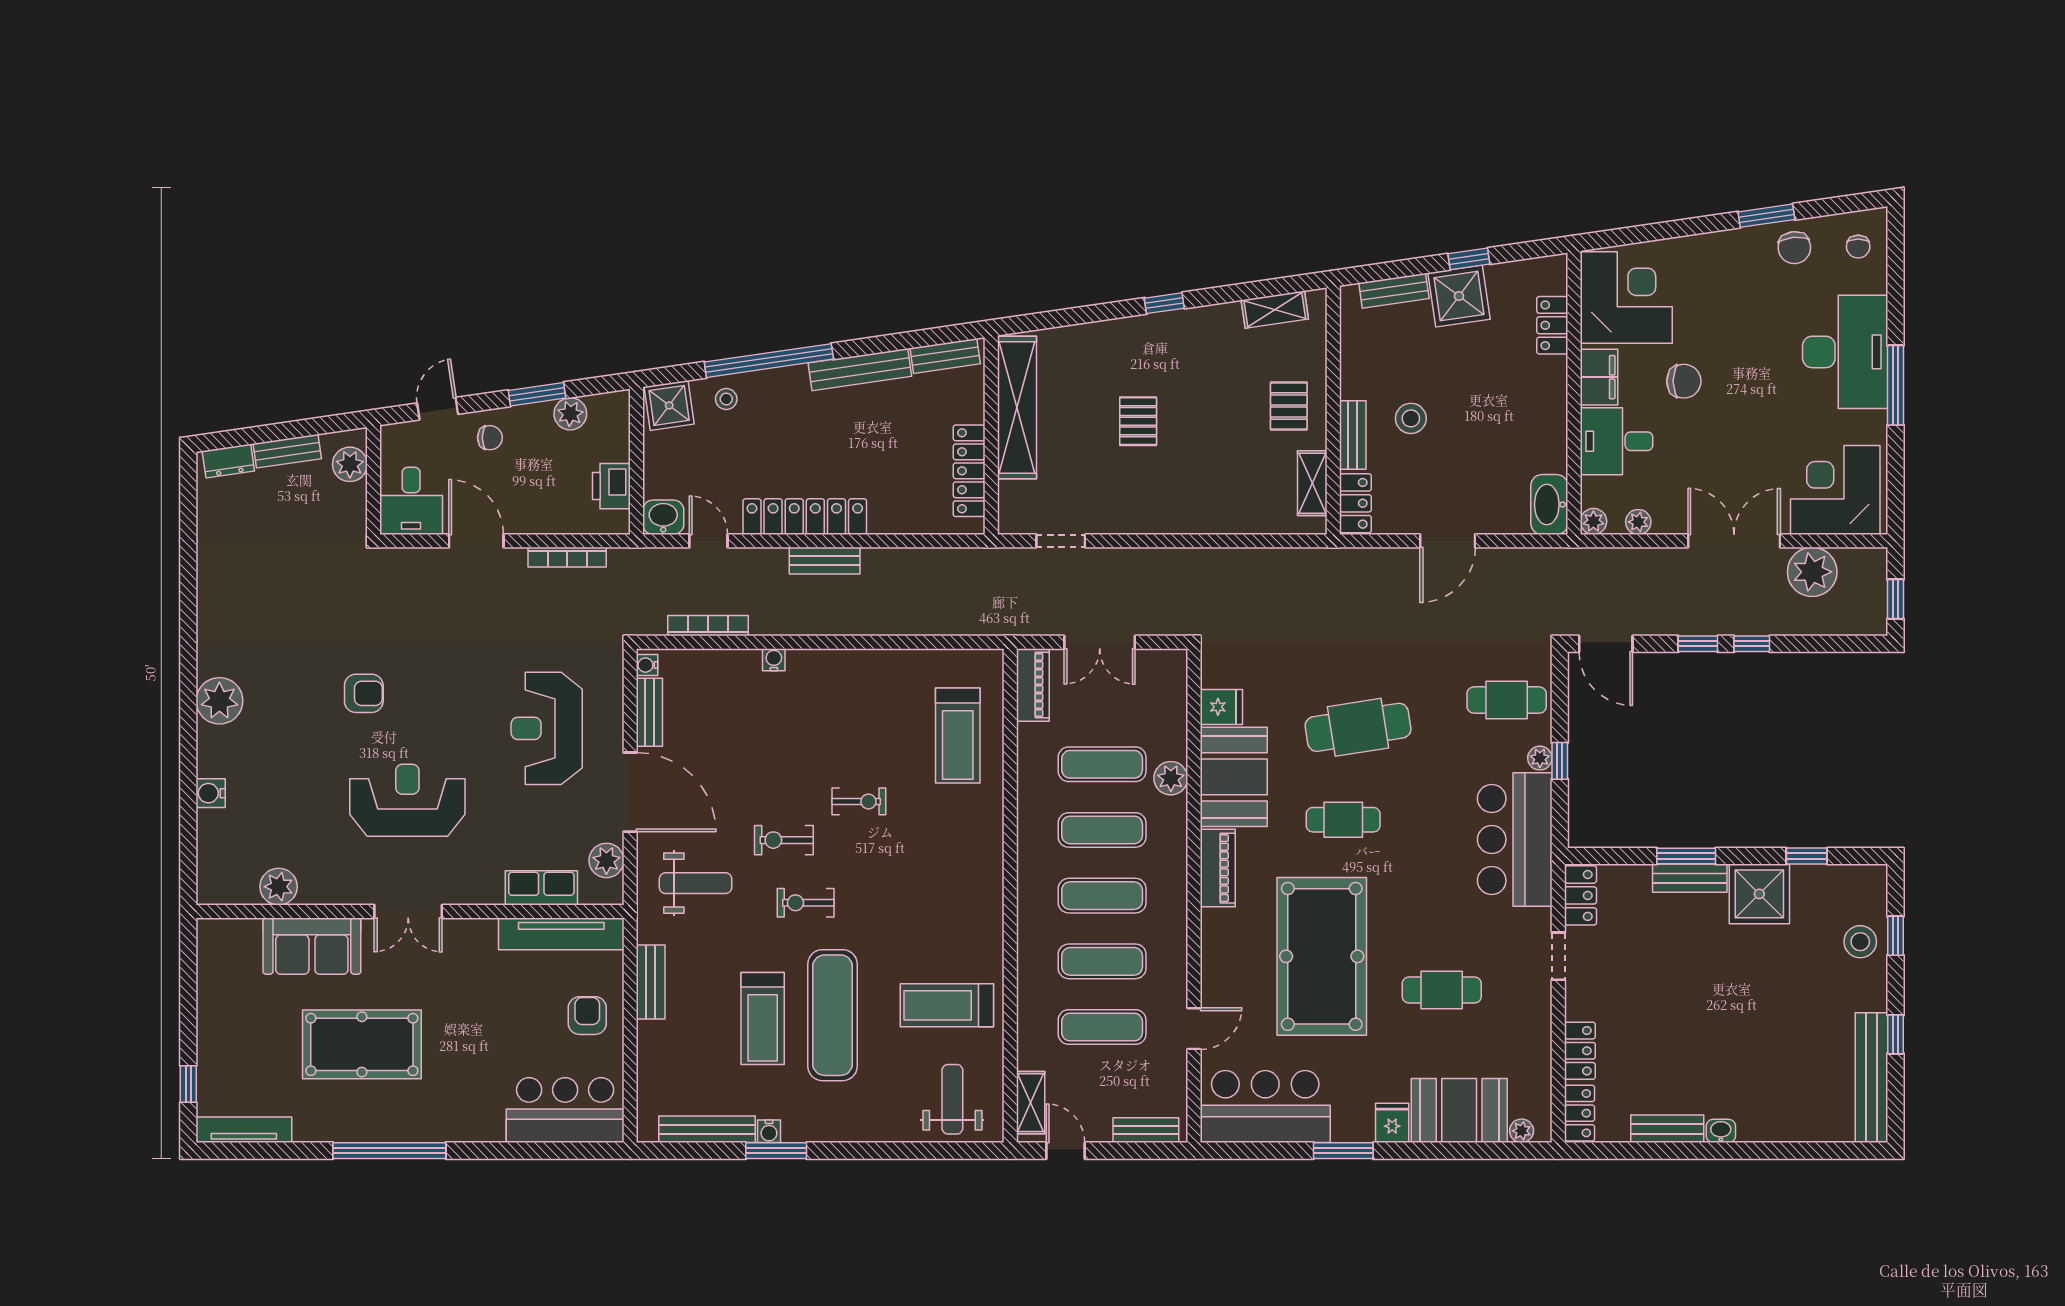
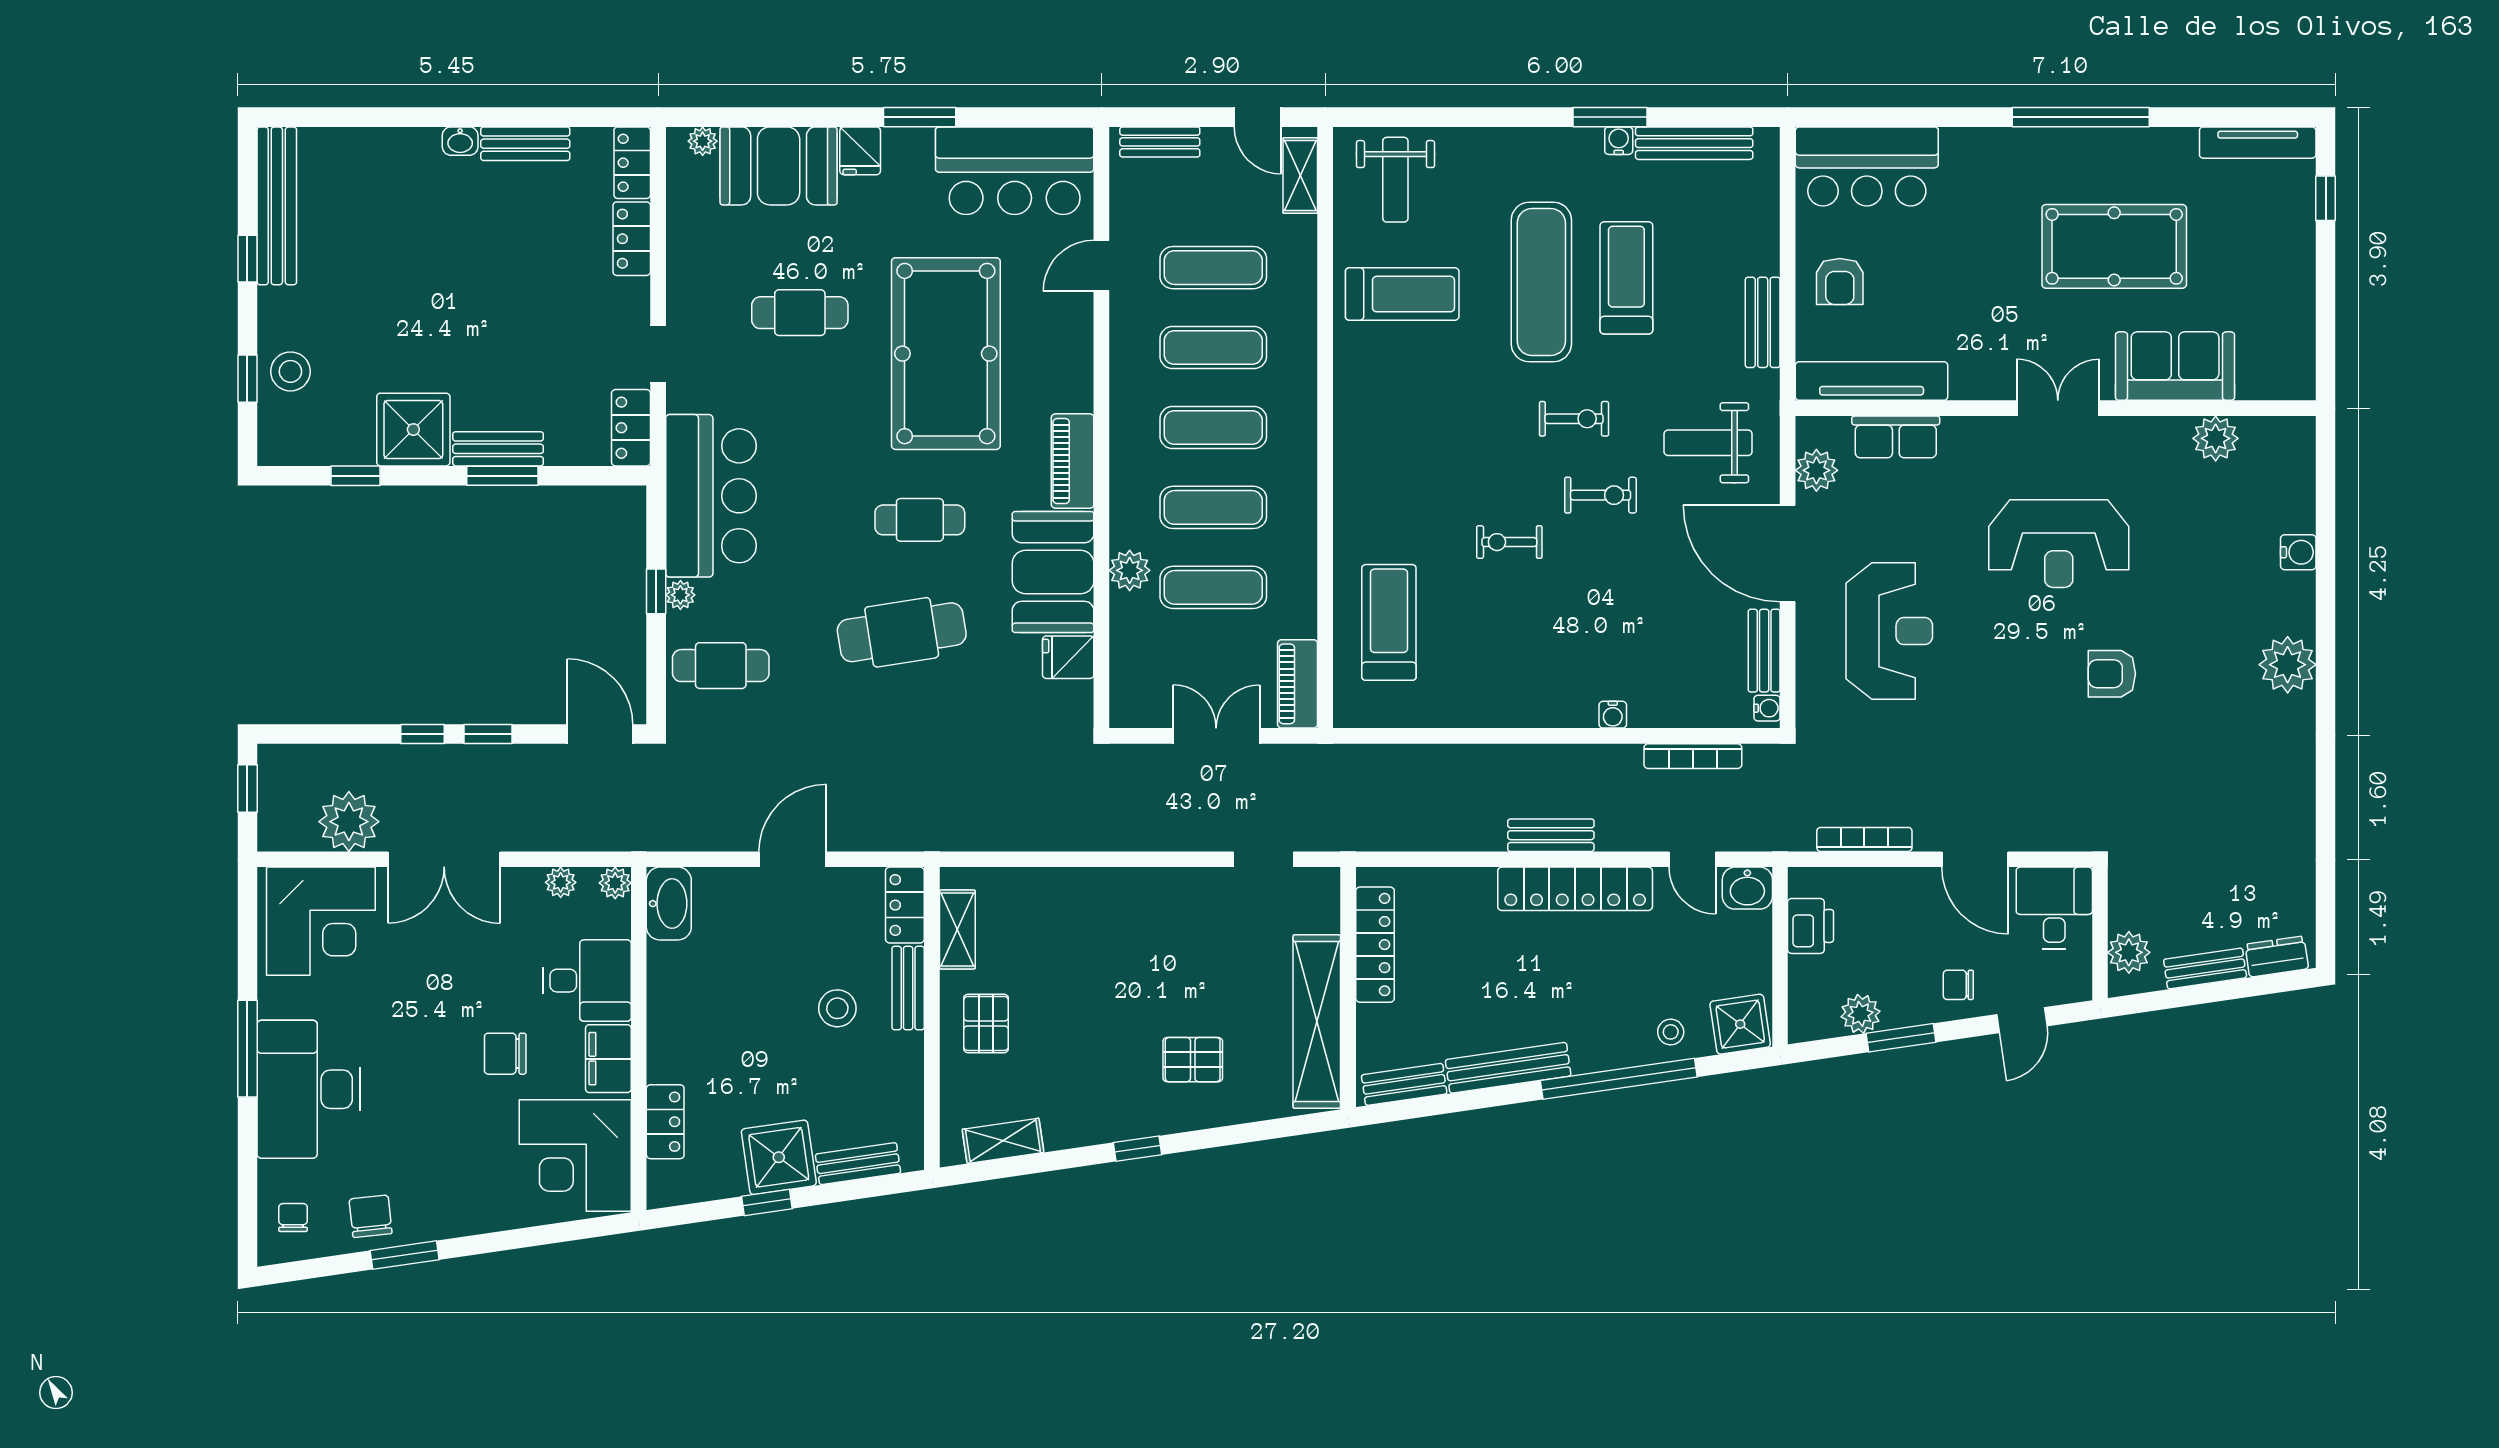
pallet: (1138, 421) -> (1193, 1060), moved, turned 90

